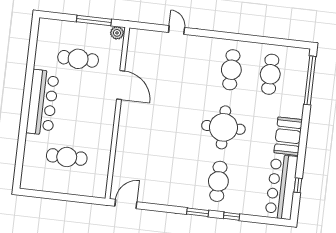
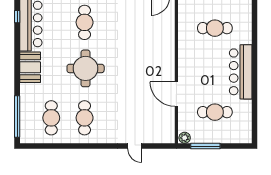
window: (298, 185) -> (17, 17), moved

